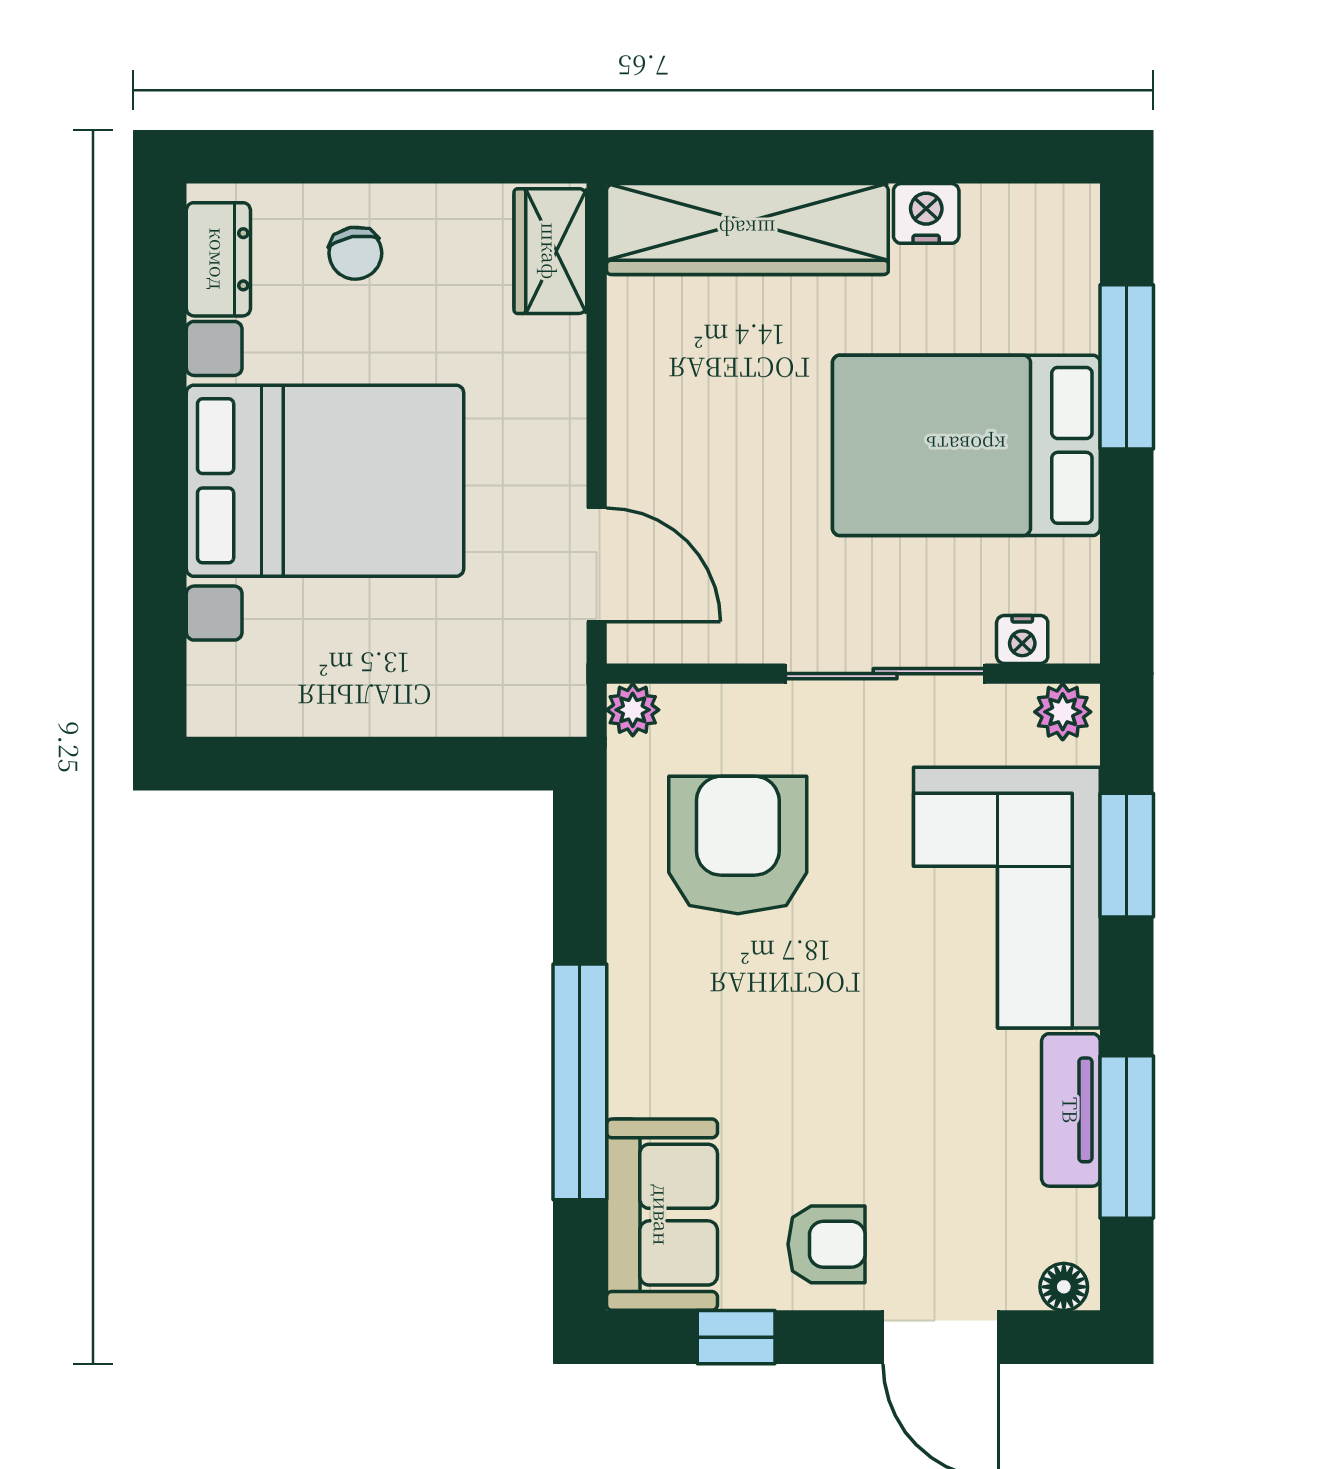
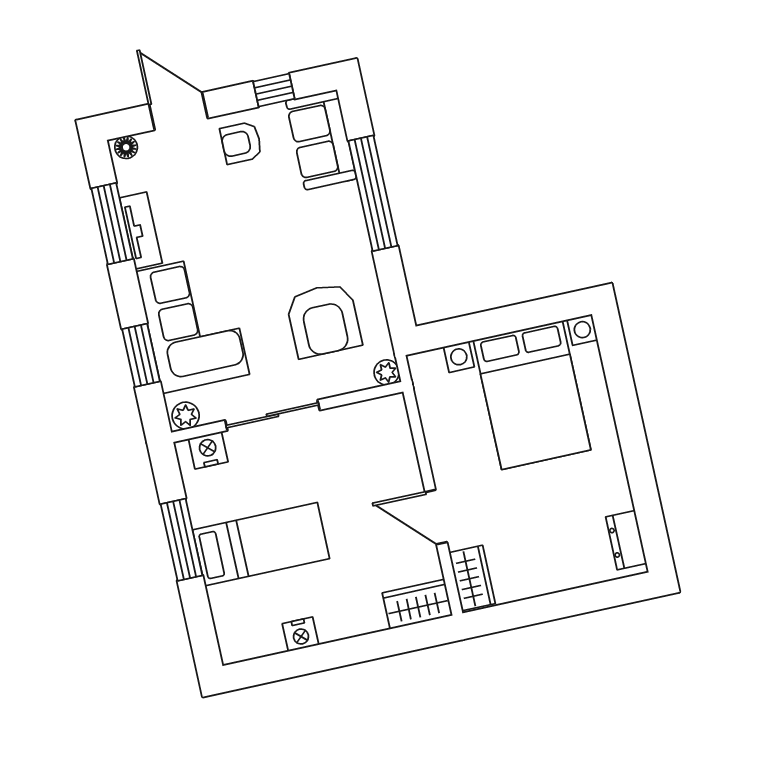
wardrobe: (747, 229) -> (418, 604), width x0.48, depth x0.85
chair: (355, 253) -> (563, 557), removed
window: (1127, 367) -> (182, 540), moved
bed: (966, 445) -> (261, 544), width x0.67
bed with nightstands: (325, 481) -> (532, 395), moved, turned -90
door: (597, 565) -> (436, 517), moved
nightstand: (1022, 639) -> (208, 450), width x1.39, depth x1.35

